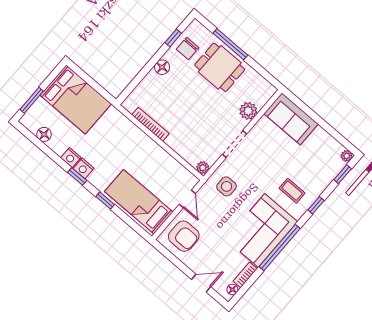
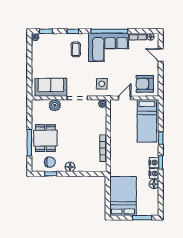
sofa: (291, 119) -> (51, 87), moved, turned -90
floor lamp: (44, 134) -> (154, 184), moved
armchair: (184, 236) -> (145, 84), turned -90

